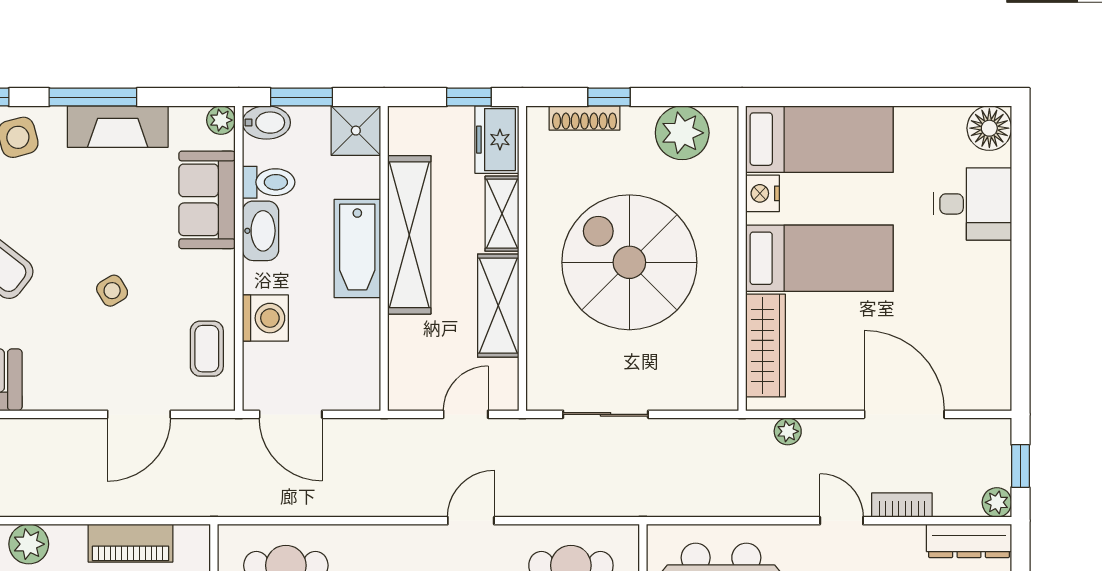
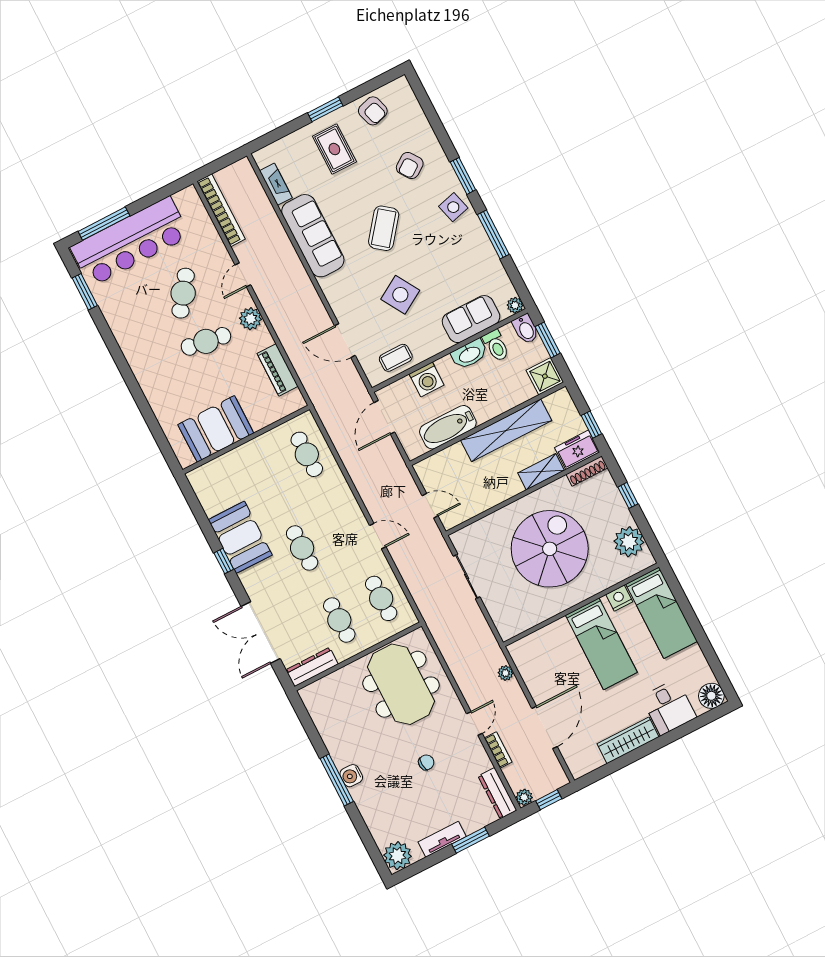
shoe rack: (585, 118) -> (587, 471), moved, turned -90
fireplace: (118, 127) -> (485, 255), removed
bathtub: (357, 248) -> (448, 427), moved
side table: (112, 291) -> (400, 295), width x1.87, depth x1.87
shelving: (498, 306) -> (494, 494), removed
wardrobe: (766, 346) -> (628, 740), moved, turned 180

